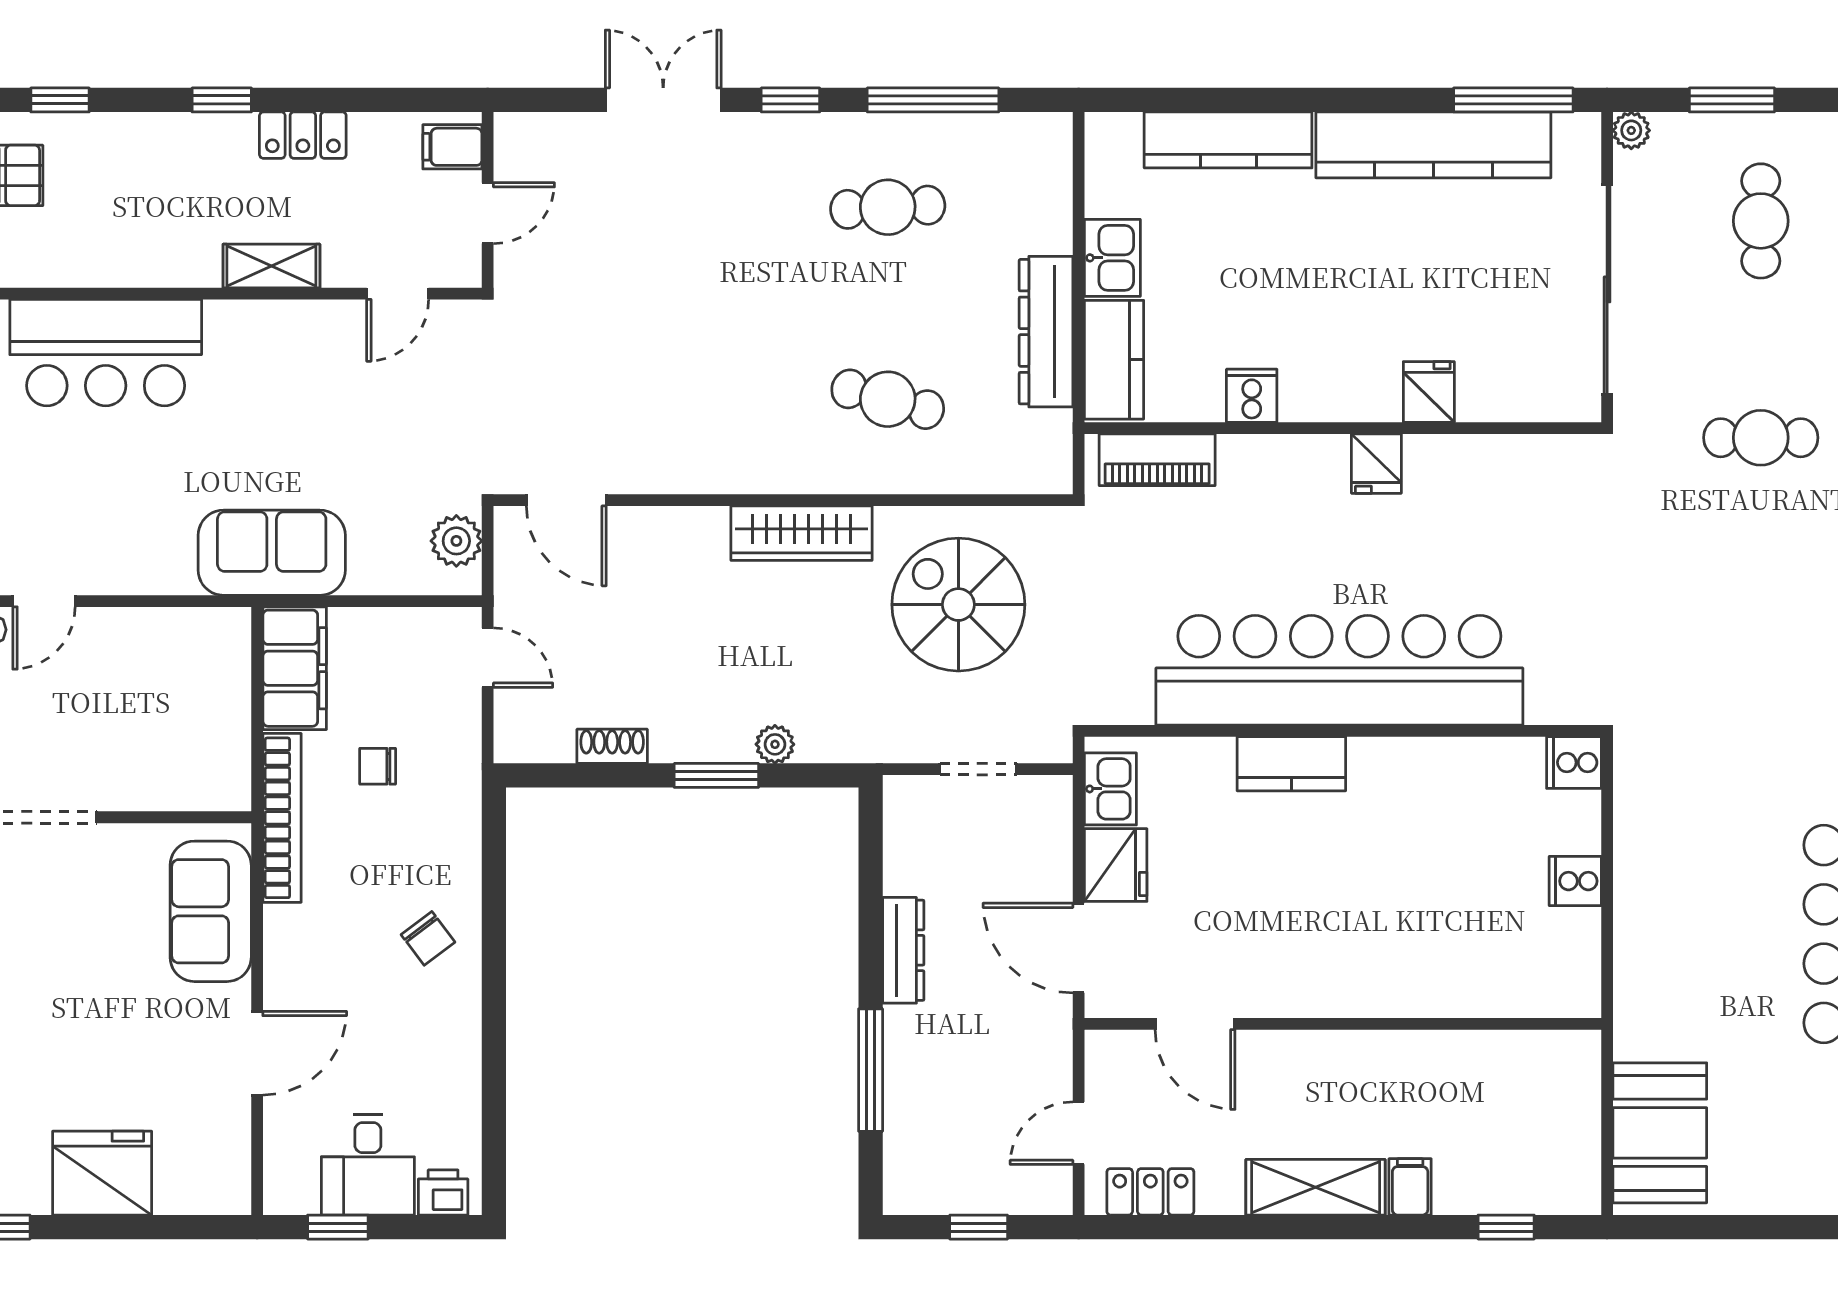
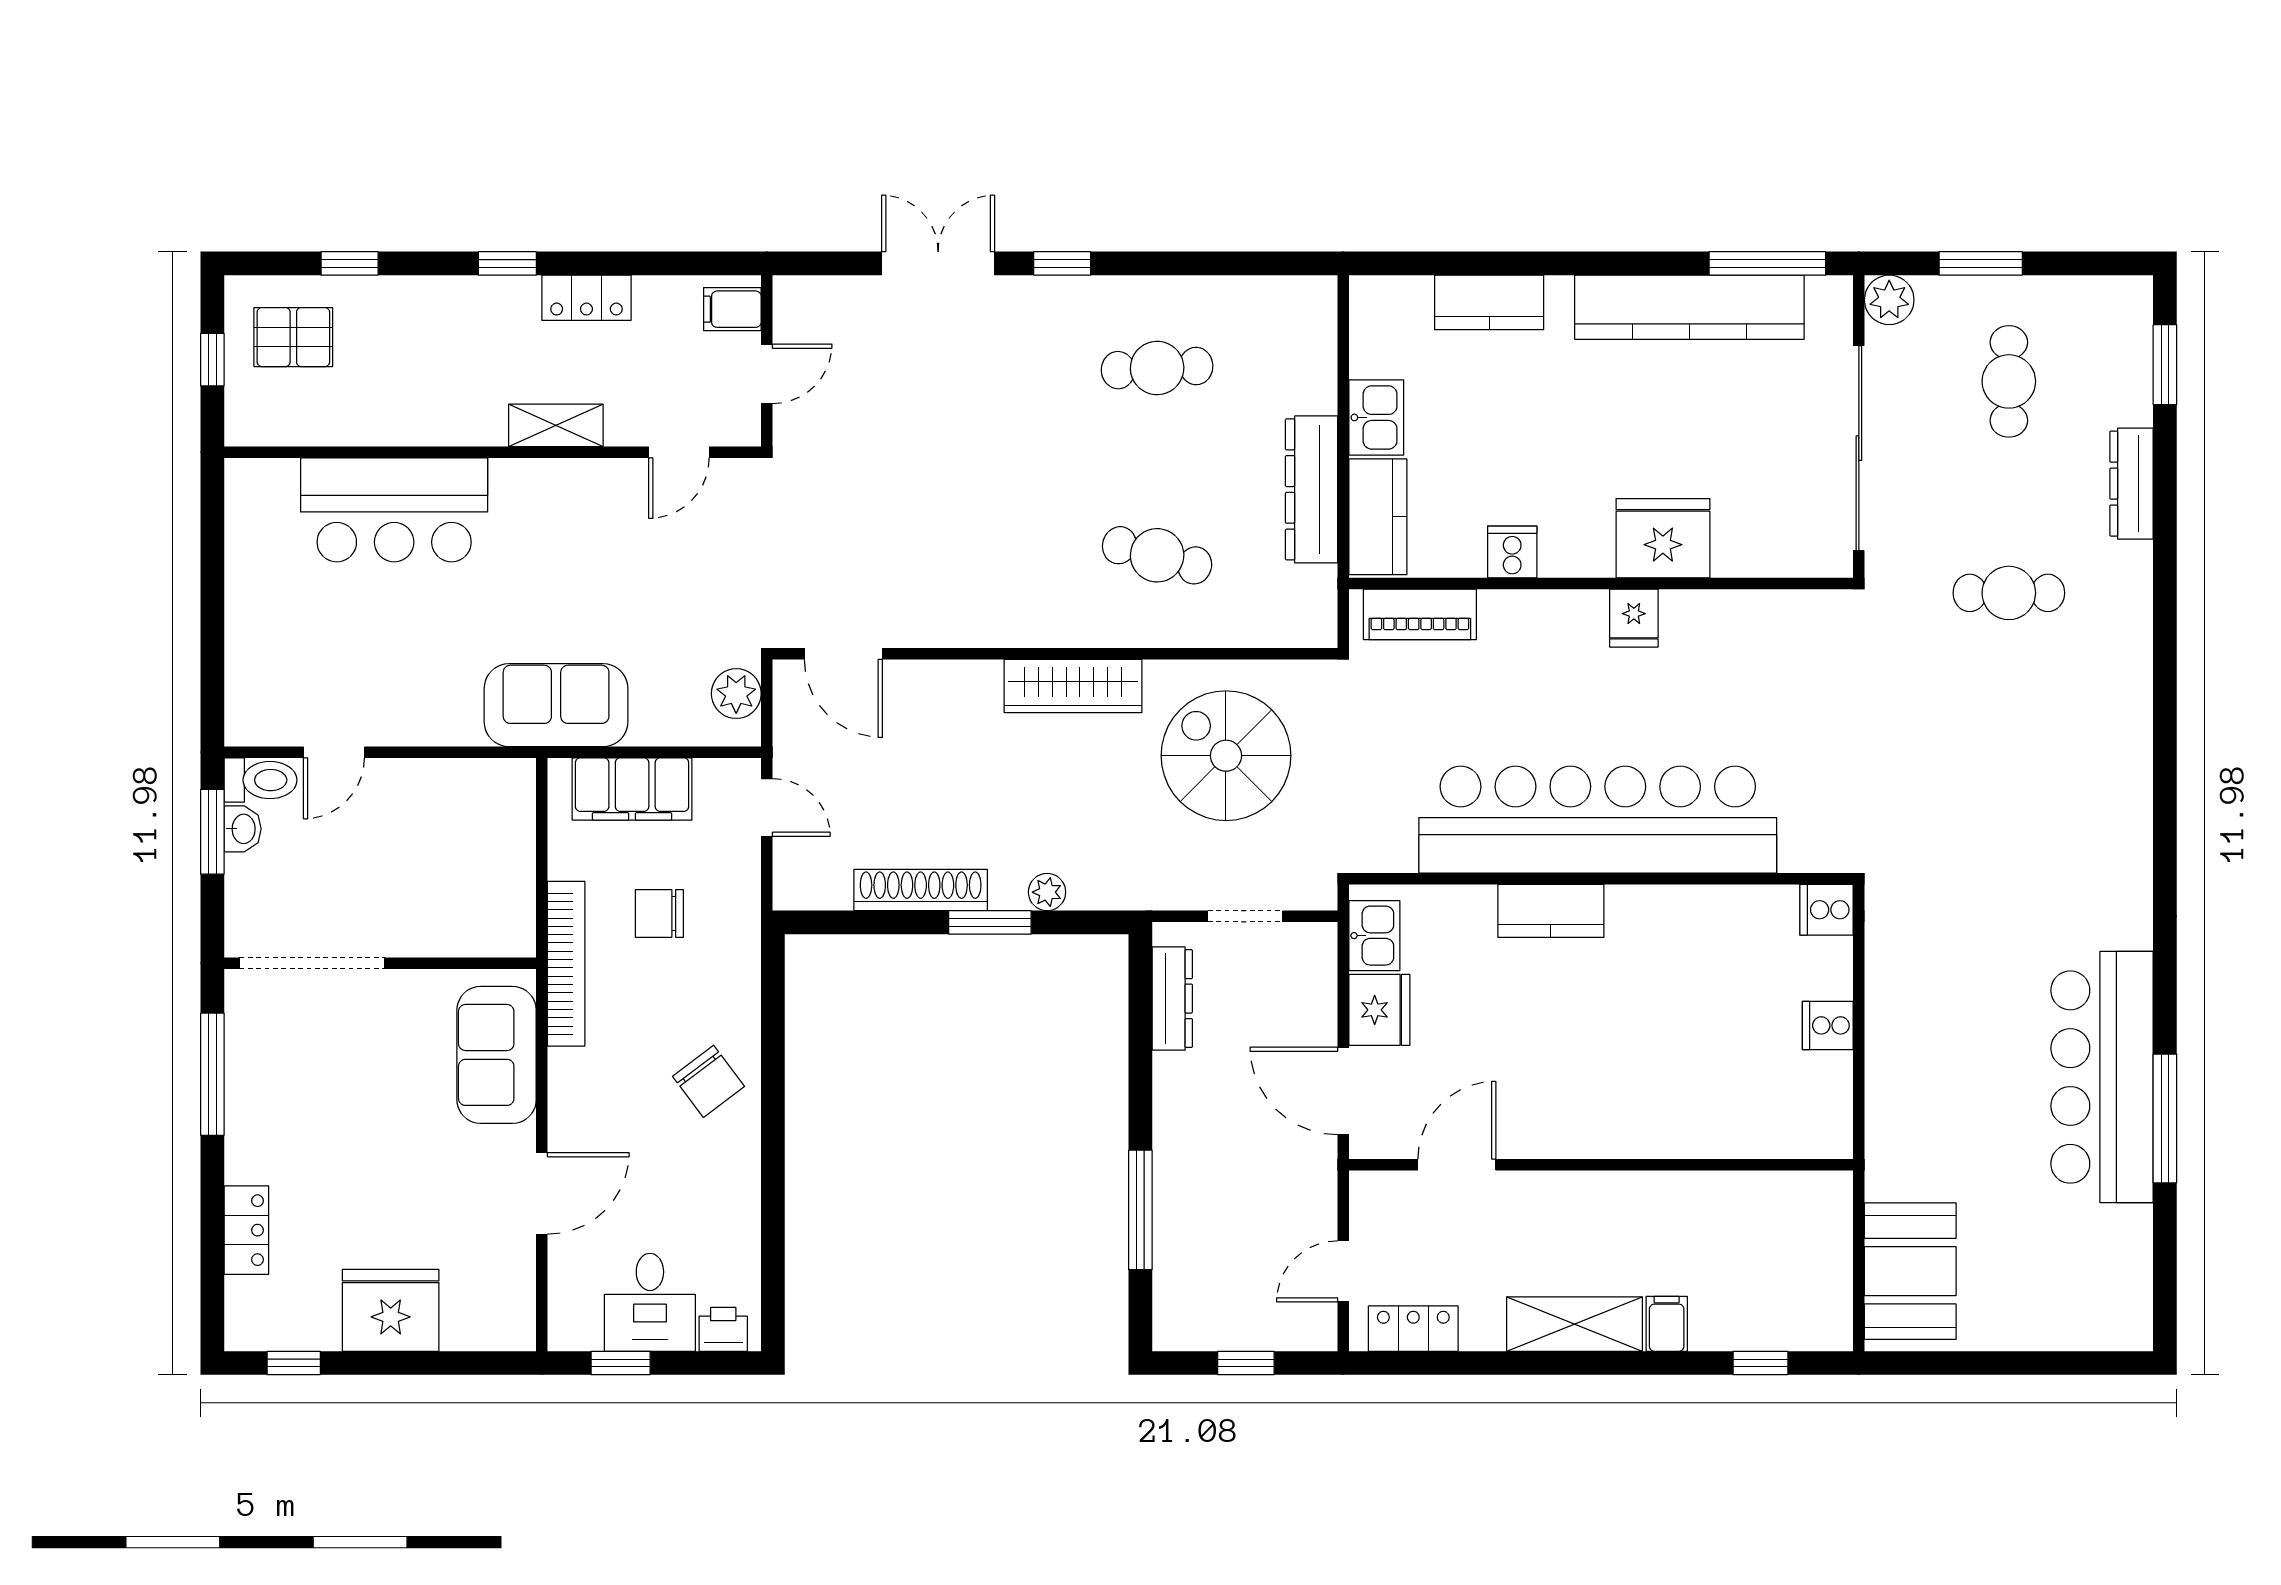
window: (933, 100) -> (1201, 263), removed
plant: (1631, 130) -> (1889, 300), width x1.38, depth x1.38
kitchen counter: (1228, 140) -> (1489, 302), width x0.67
fridge: (1429, 392) -> (1663, 538), width x1.88, depth x1.34
filing cabinet: (295, 668) -> (632, 789), moved, turned 90
shoe rack: (612, 746) -> (921, 890), width x1.94, depth x1.24
chair: (378, 766) -> (659, 913), width x1.37, depth x1.37
chair: (428, 938) -> (709, 1081), width x1.37, depth x1.37
dresser: (903, 950) -> (1172, 999), moved
door: (1195, 1024) -> (1457, 1165), swing flipped

